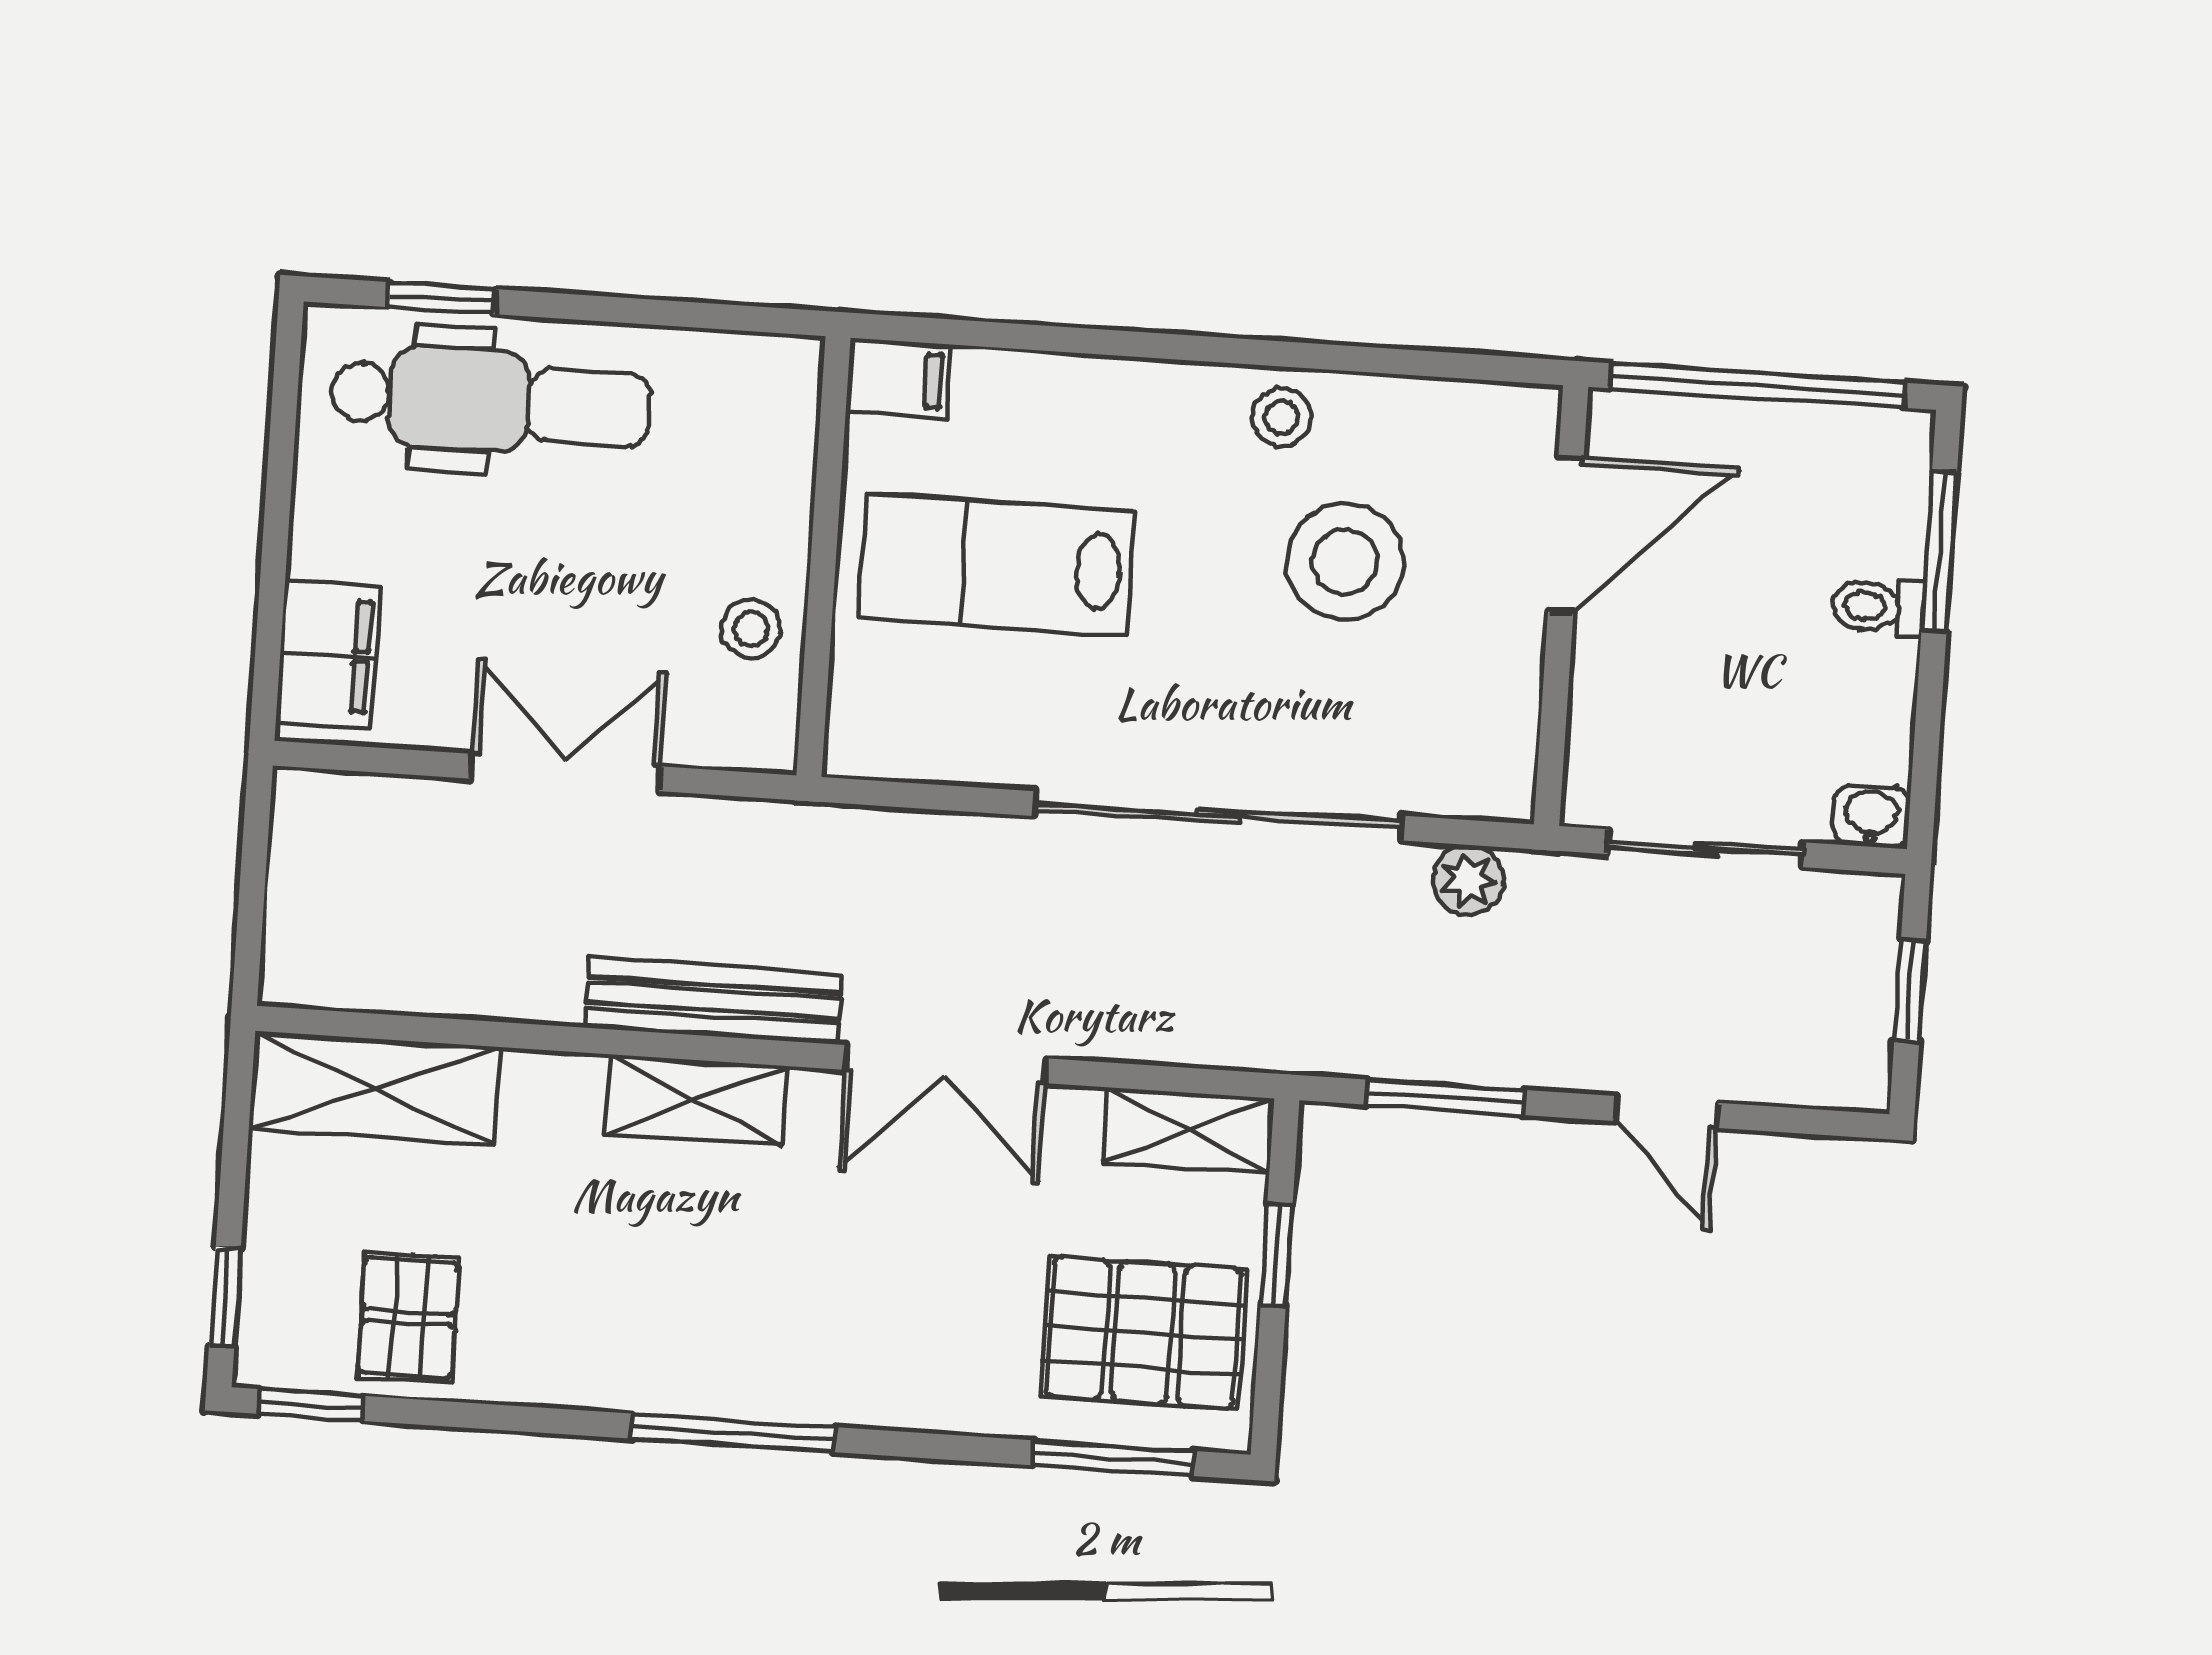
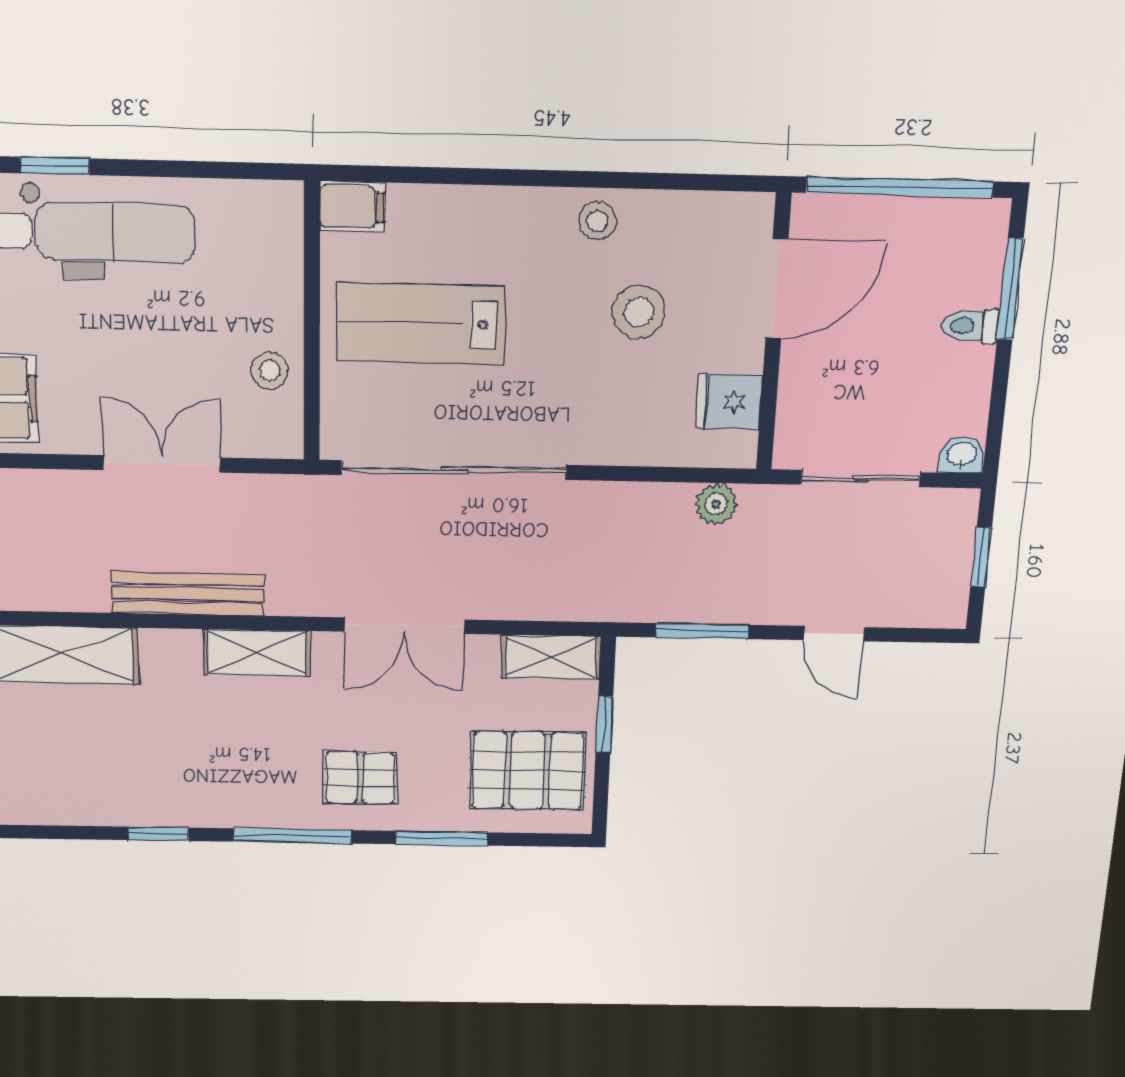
stool: (1345, 562) -> (639, 312), width x0.73, depth x0.73
fridge: (1489, 712) -> (729, 402), added
sliding door: (1218, 816) -> (454, 470), moved
bench: (713, 1001) -> (188, 594), moved
pallet: (409, 1317) -> (360, 777), moved, turned 90
window: (311, 1405) -> (158, 834), moved
window: (1113, 1458) -> (442, 838), moved

